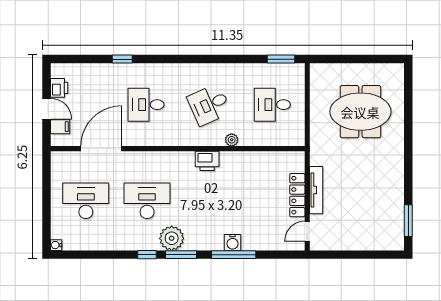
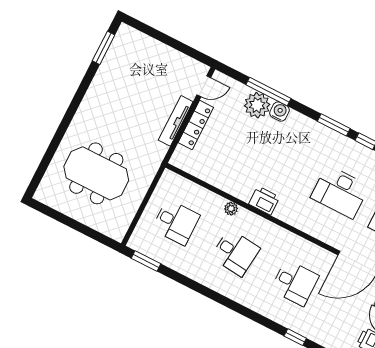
desk: (209, 105) -> (235, 252), turned 30
plant: (172, 238) -> (257, 105), moved
window: (234, 255) -> (268, 92), moved

